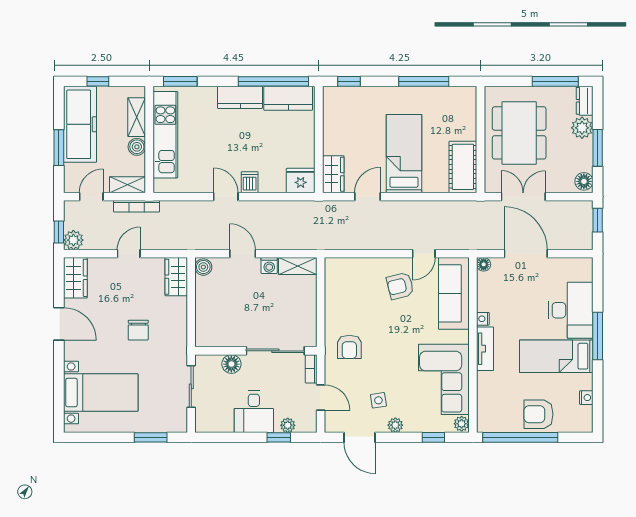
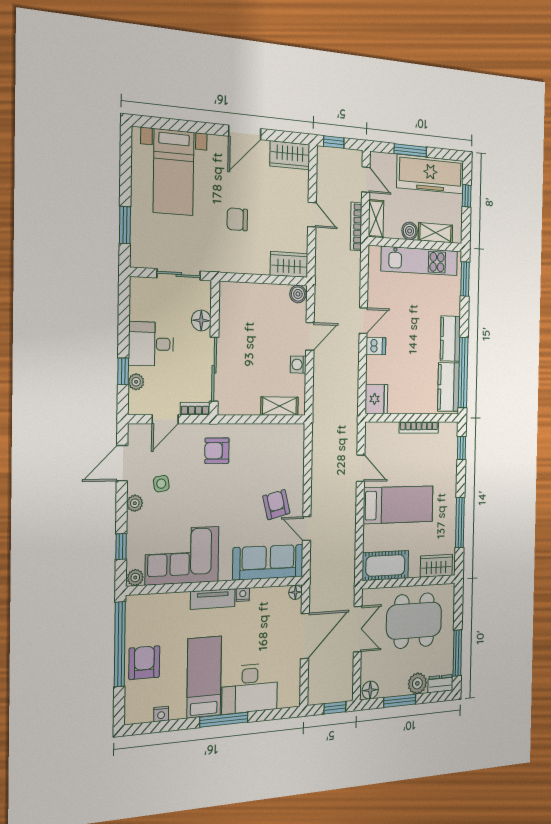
bookcase: (328, 132) -> (419, 427), added
wardrobe: (333, 174) -> (436, 566), moved, turned 180
plant: (73, 240) -> (326, 157), removed
shelving: (298, 266) -> (279, 406), moved, turned 90

